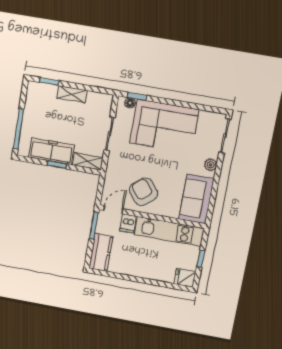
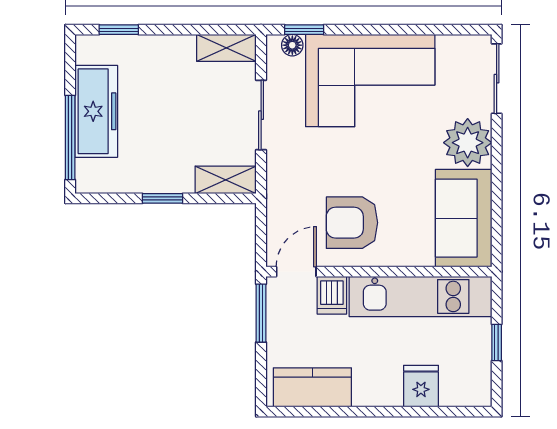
shelving: (72, 94) -> (226, 48), moved
freezer: (52, 151) -> (96, 111), moved, turned 90
plant: (211, 165) -> (468, 143), width x1.88, depth x1.88
armchair: (143, 192) -> (352, 223), turned -51
kitchen counter: (101, 252) -> (312, 387), moved, turned -90
fridge: (185, 278) -> (421, 386), moved, turned 90

